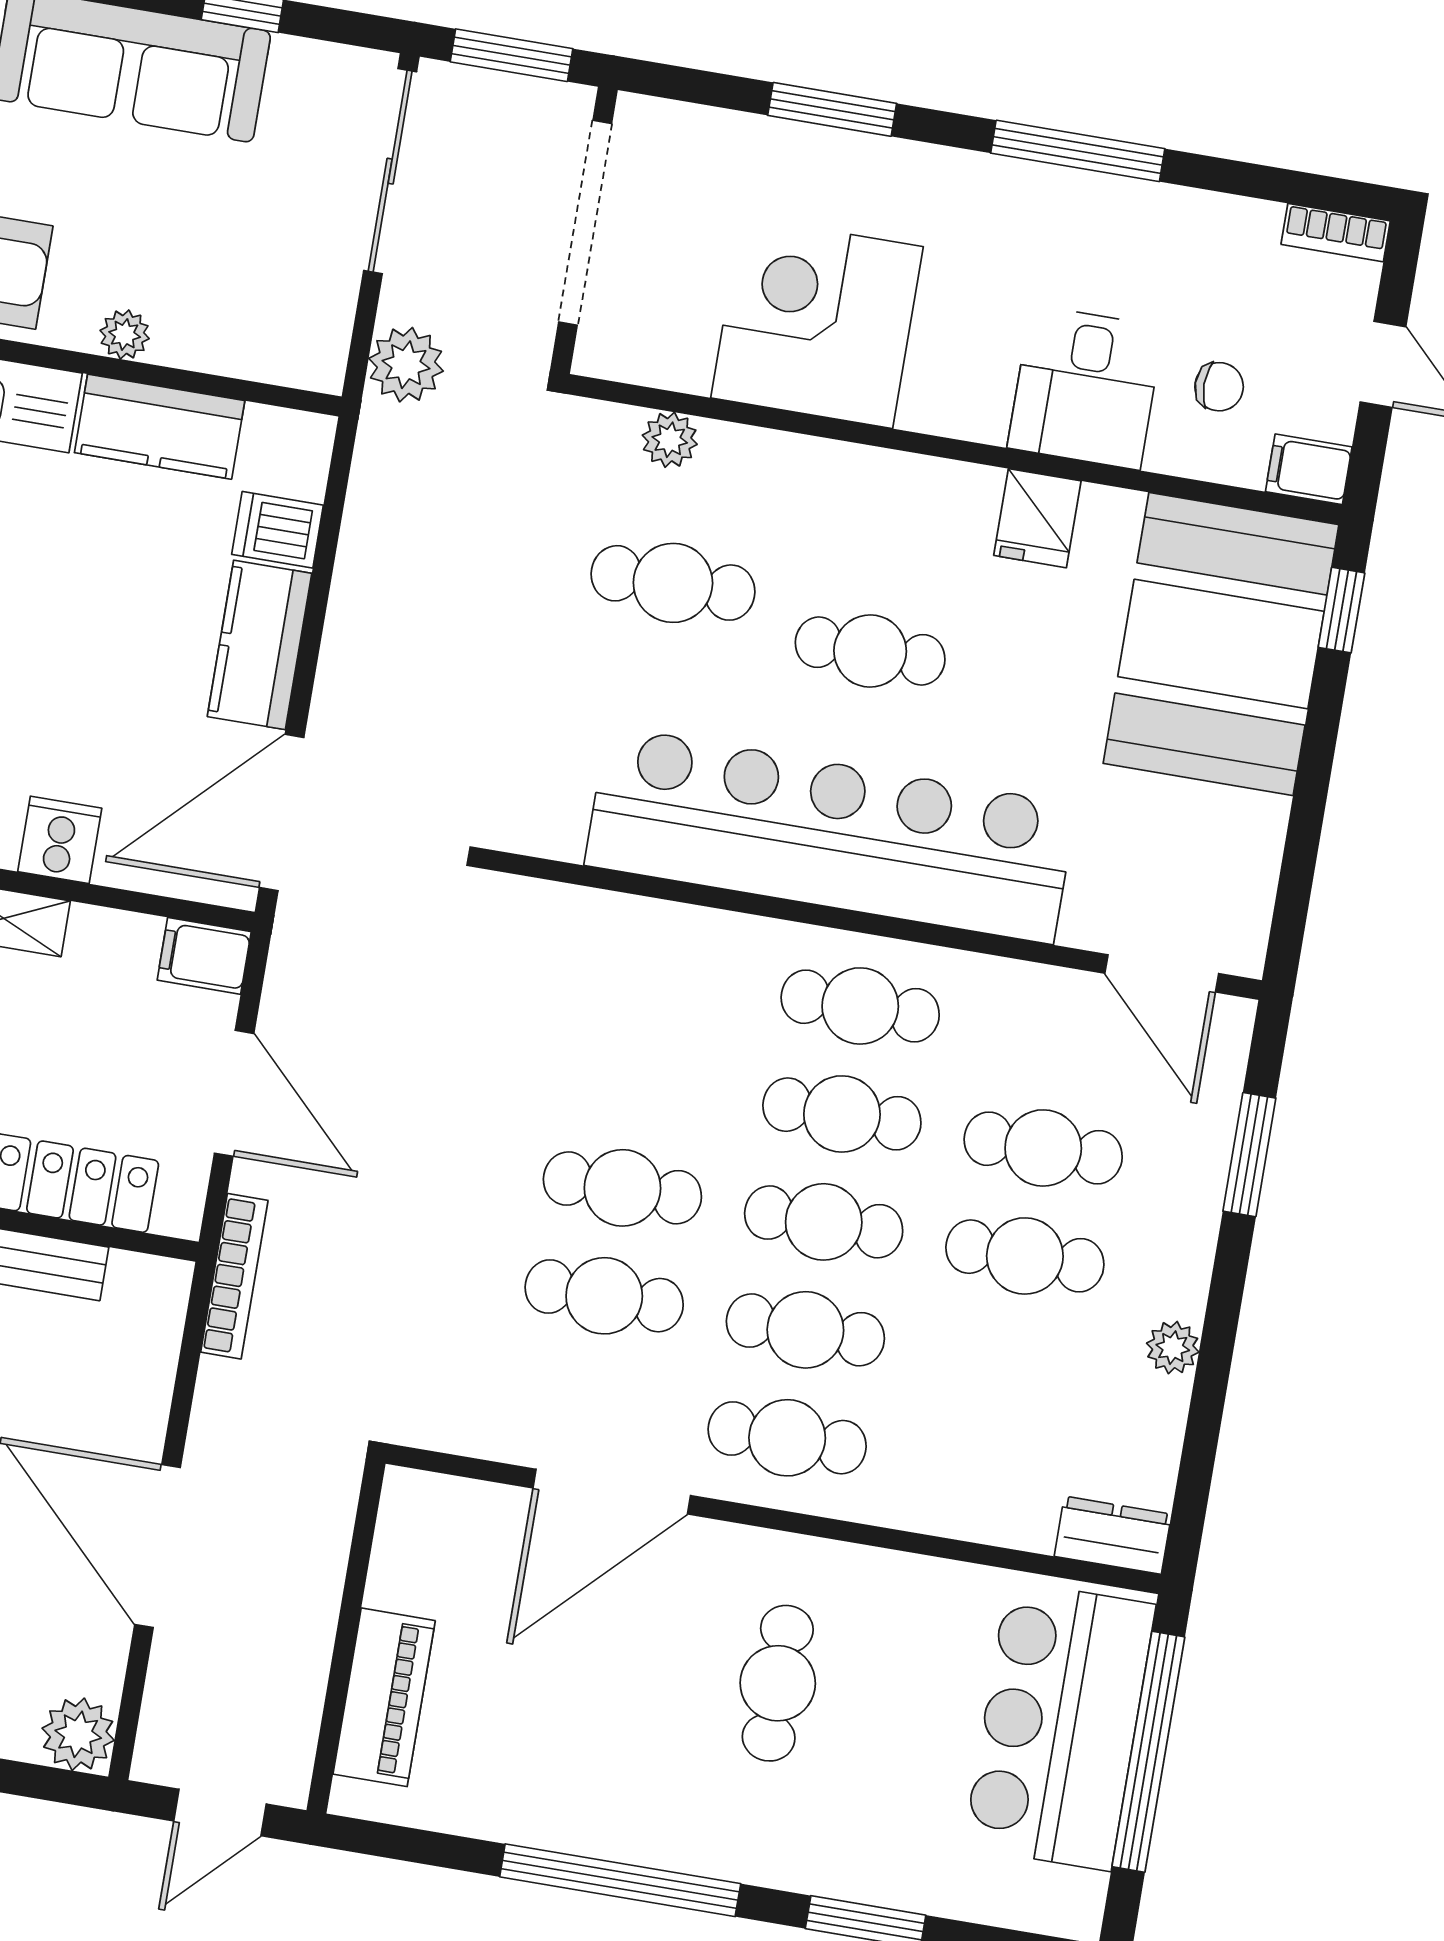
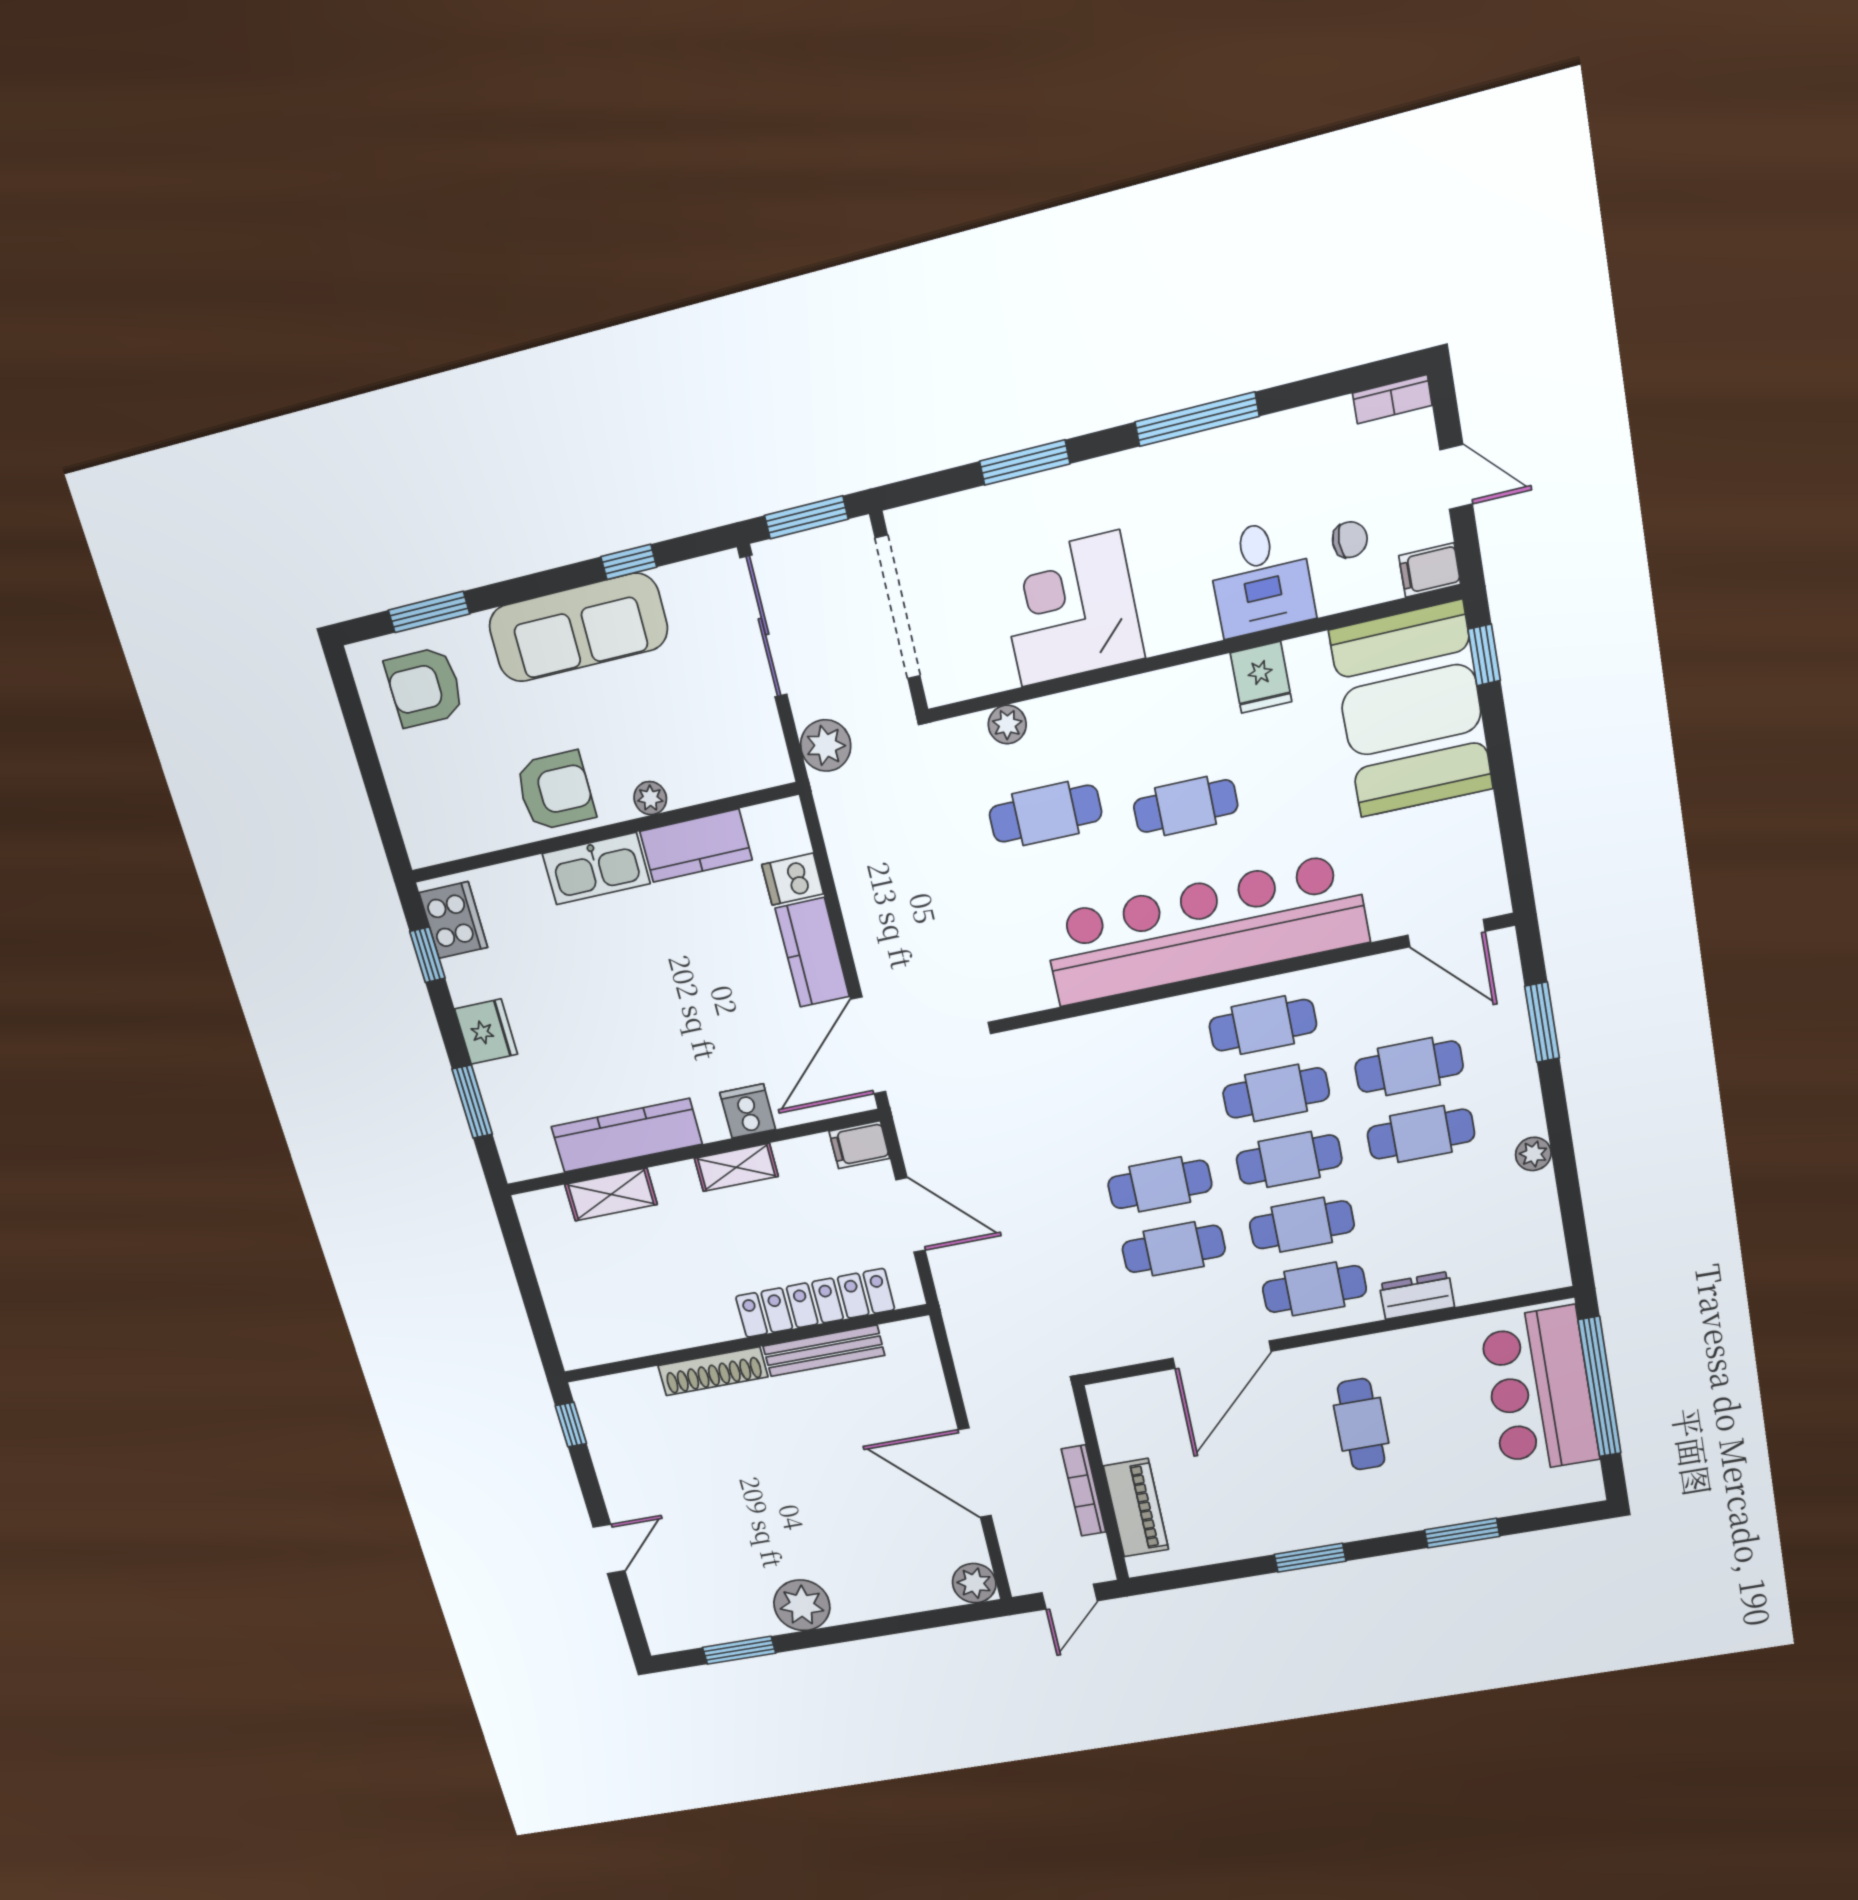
bookcase: (234, 1276) -> (1084, 1491), moved, turned 180
dresser: (1113, 1535) -> (1417, 1296), moved
window: (620, 1880) -> (1310, 1558), width x0.47

